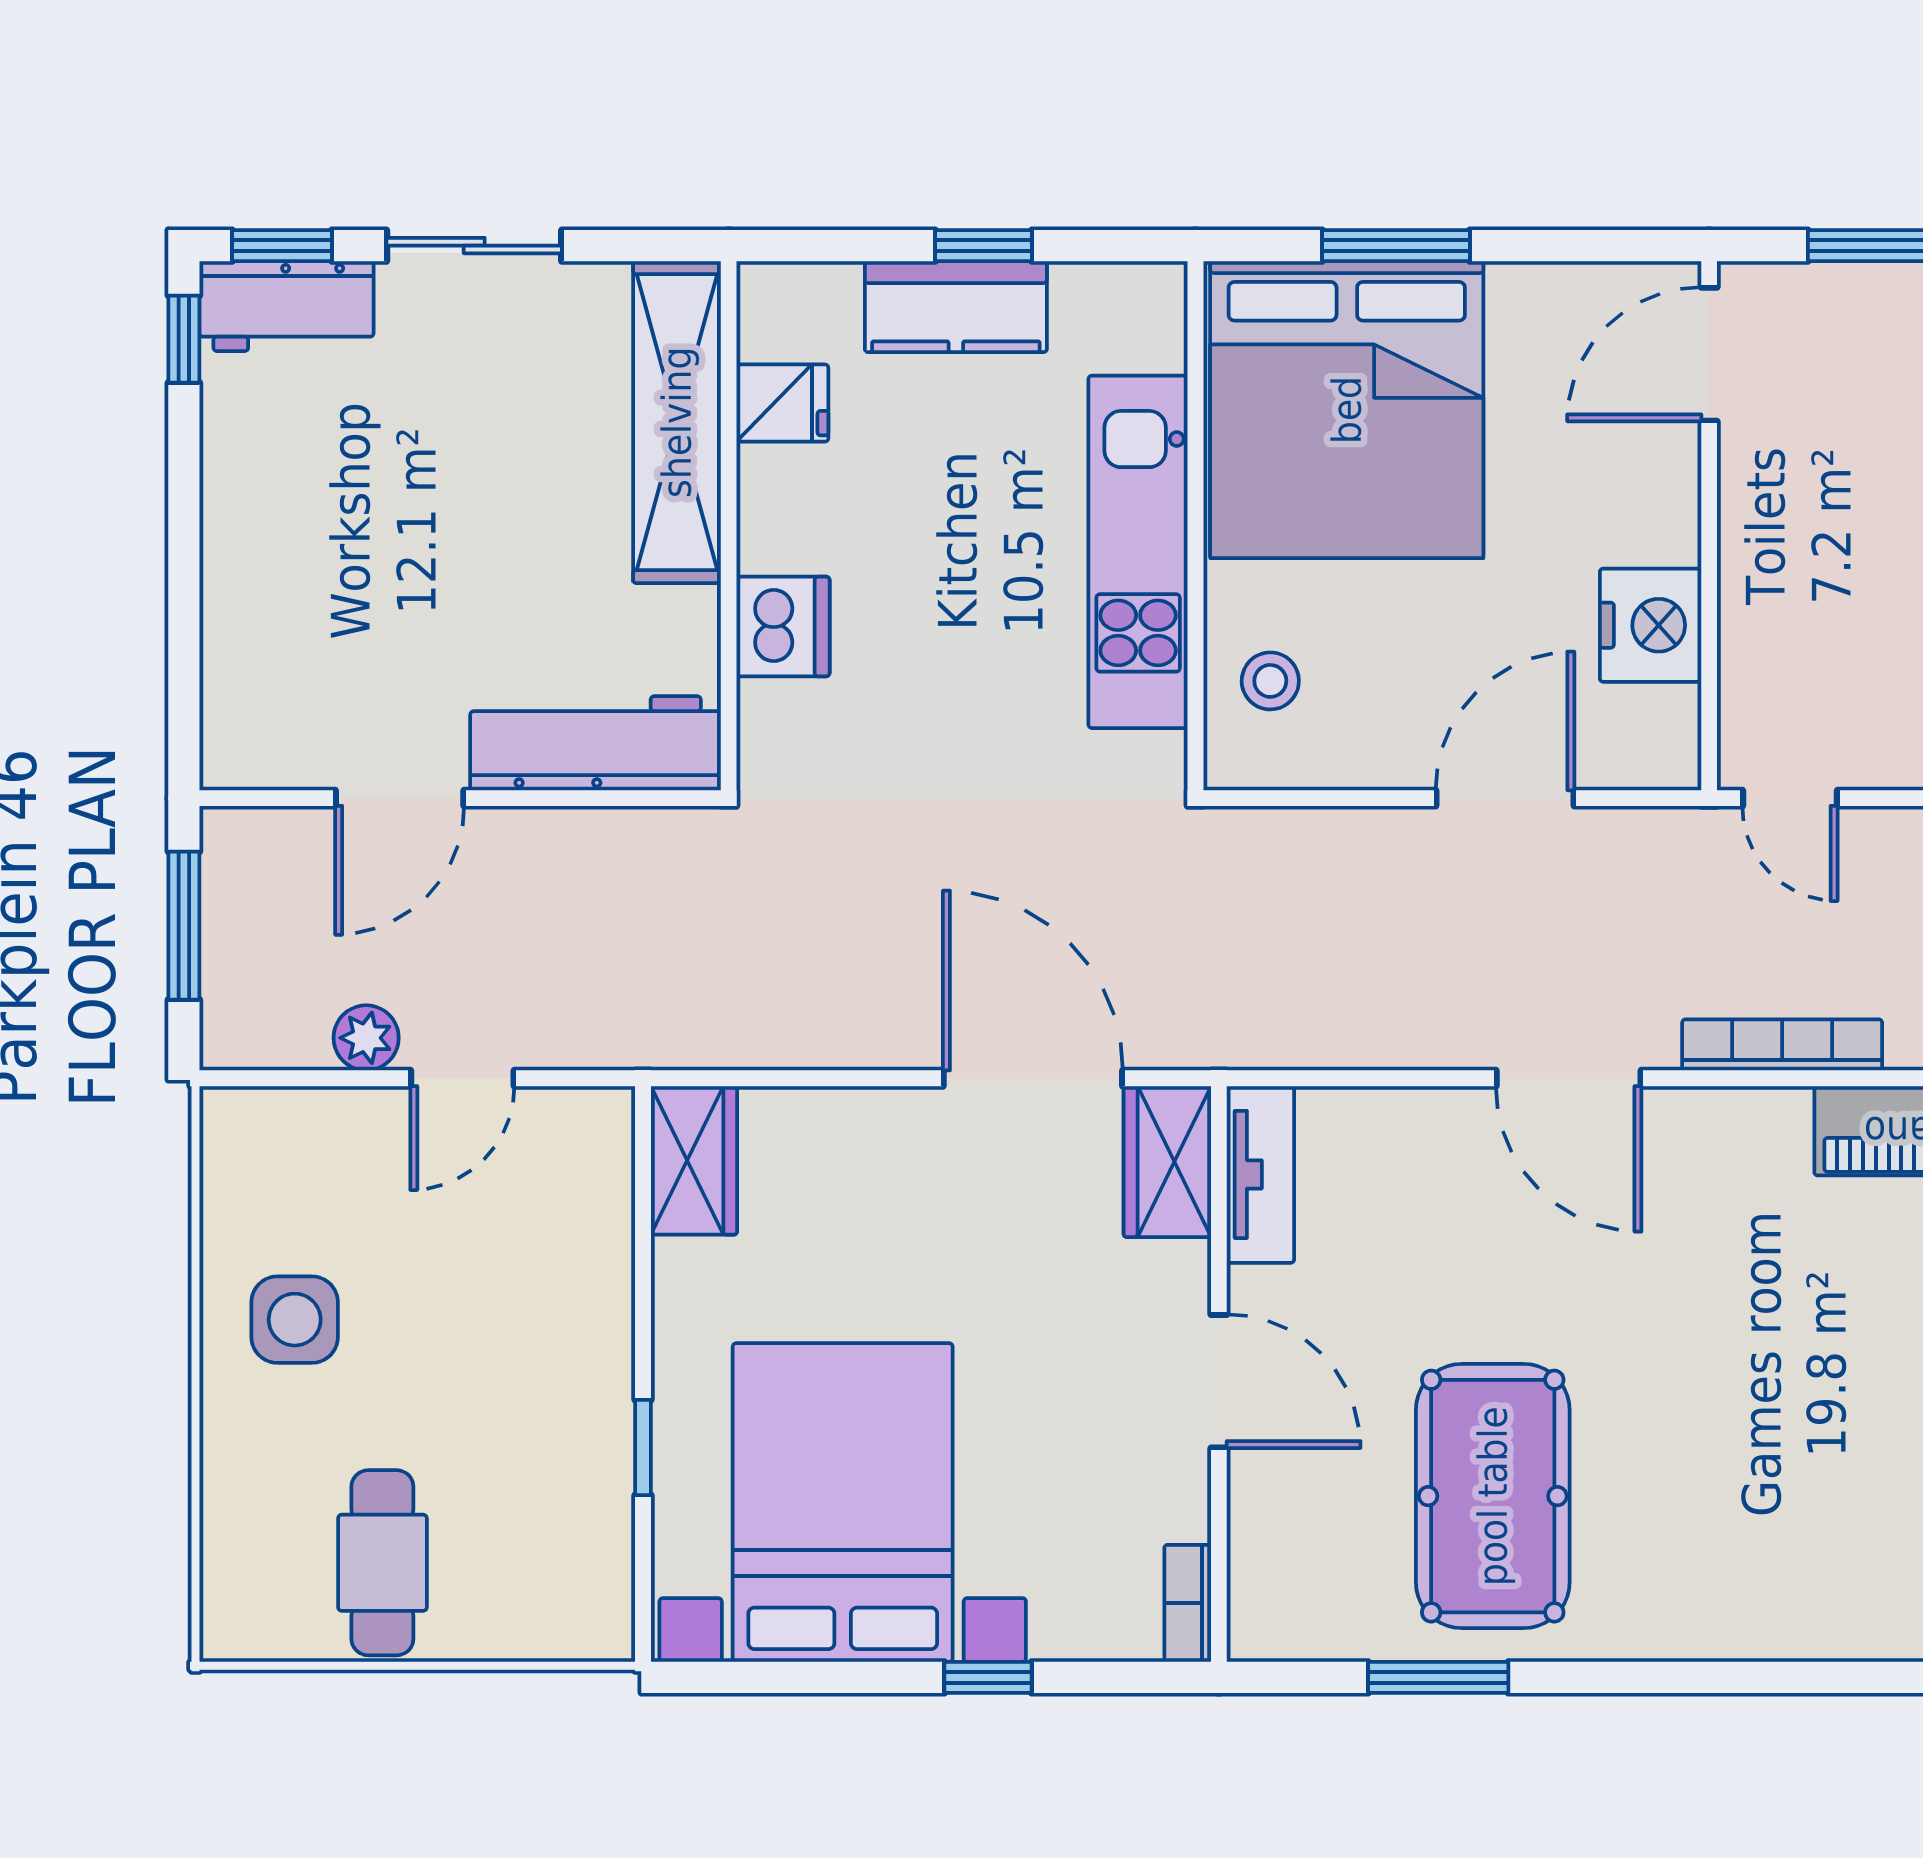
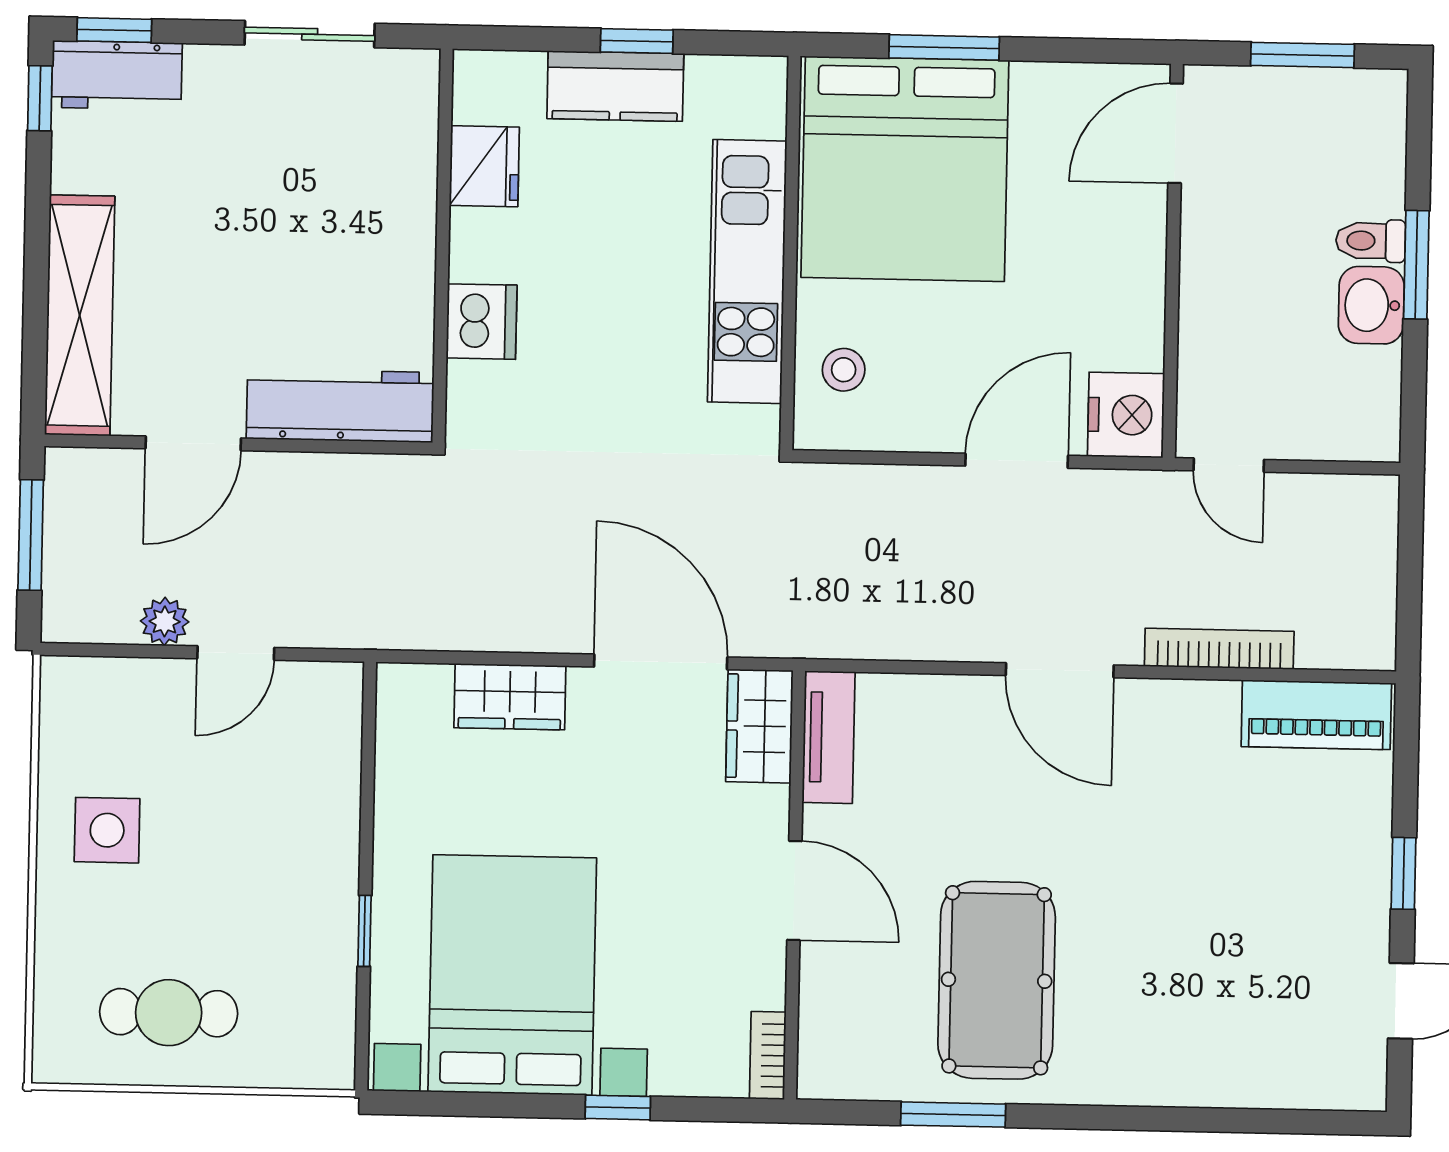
sliding door: (474, 246) -> (310, 34), moved
fridge: (782, 403) -> (484, 166), width x1.38
shelving: (677, 422) -> (80, 315), moved
nightstand: (1651, 625) -> (1126, 415), moved
wardrobe: (694, 1160) -> (510, 697), moved, turned 90
cafe table: (382, 1563) -> (169, 1013), turned 90

